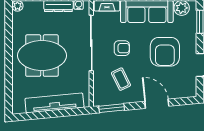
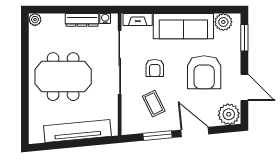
armchair: (122, 48) -> (155, 68), turned 90
plant: (186, 88) -> (229, 114), added
window: (112, 108) -> (157, 136), moved

